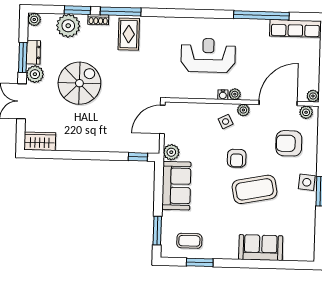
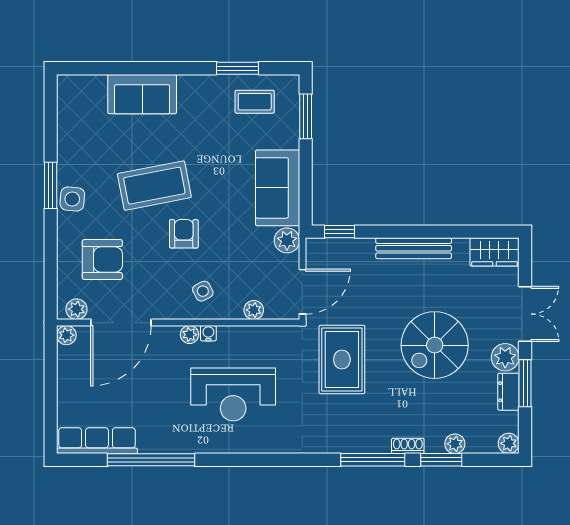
plant: (68, 26) -> (455, 444), width x0.53, depth x0.53
rug: (129, 34) -> (342, 360), moved, width x1.36, depth x1.43
plant: (243, 110) -> (254, 310), moved
bench: (91, 145) -> (414, 248), added

